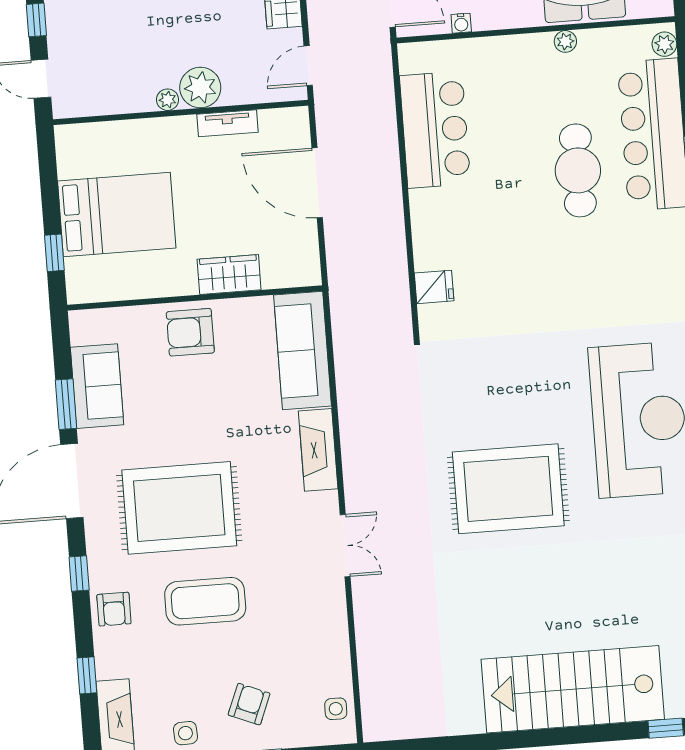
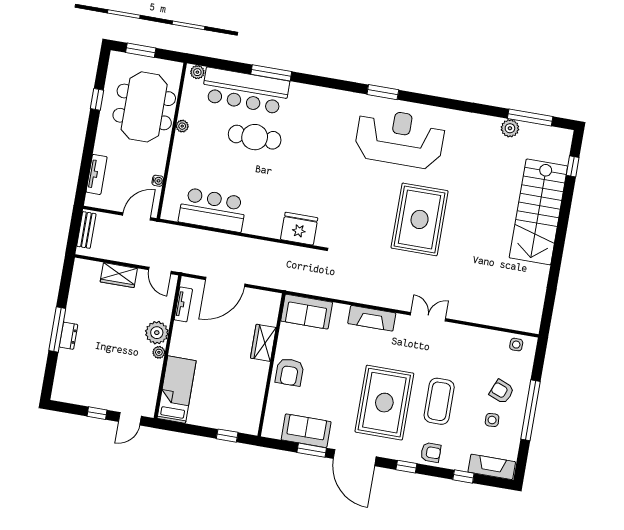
tv unit: (227, 123) -> (183, 304), moved
bed: (117, 215) -> (177, 390), moved, width x0.67
fridge: (434, 287) -> (299, 229), width x1.88, depth x1.34
sofa: (303, 350) -> (307, 312), width x0.73
side table: (185, 733) -> (492, 420), moved

